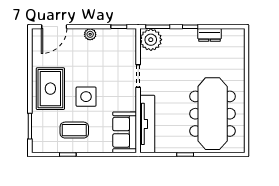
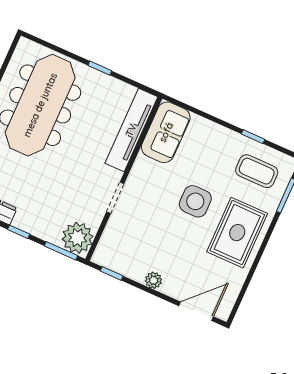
coffee table: (74, 130) -> (257, 171), moved

